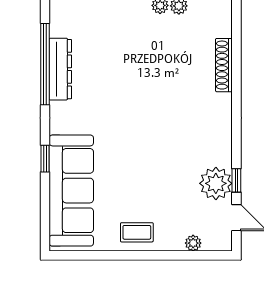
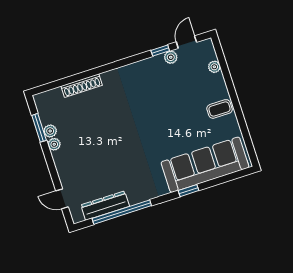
dresser: (60, 69) -> (105, 206), moved
plant: (216, 183) -> (171, 57), width x0.53, depth x0.53
coffee table: (137, 232) -> (220, 109), turned 90

